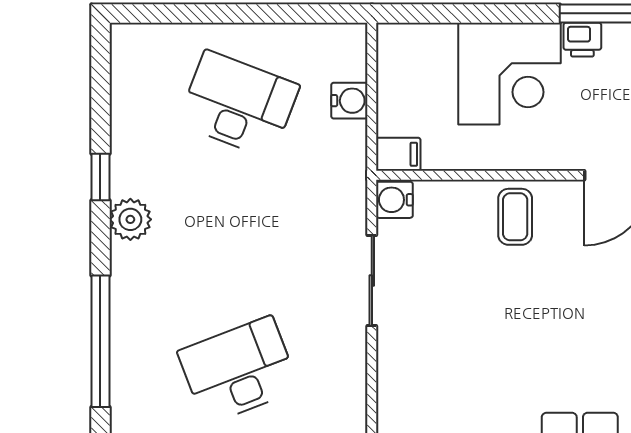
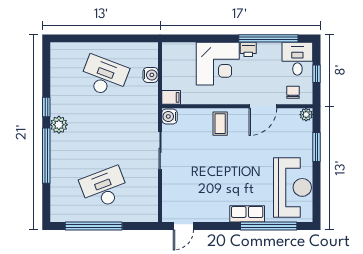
window: (100, 341) -> (46, 156), moved

